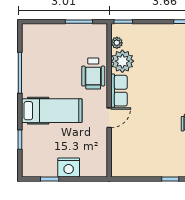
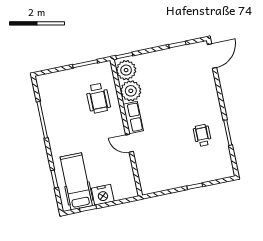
plant: (117, 43) -> (126, 70), width x1.88, depth x1.88
wheelchair: (93, 73) -> (98, 98), moved
hospital bed: (52, 111) -> (76, 181), moved, turned -90
door: (109, 118) -> (129, 143), swing flipped

